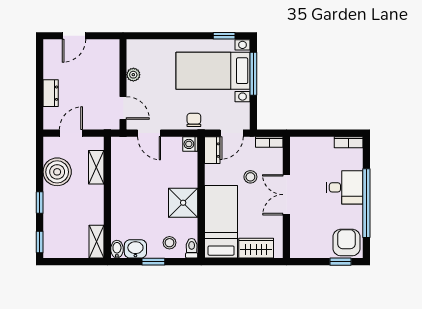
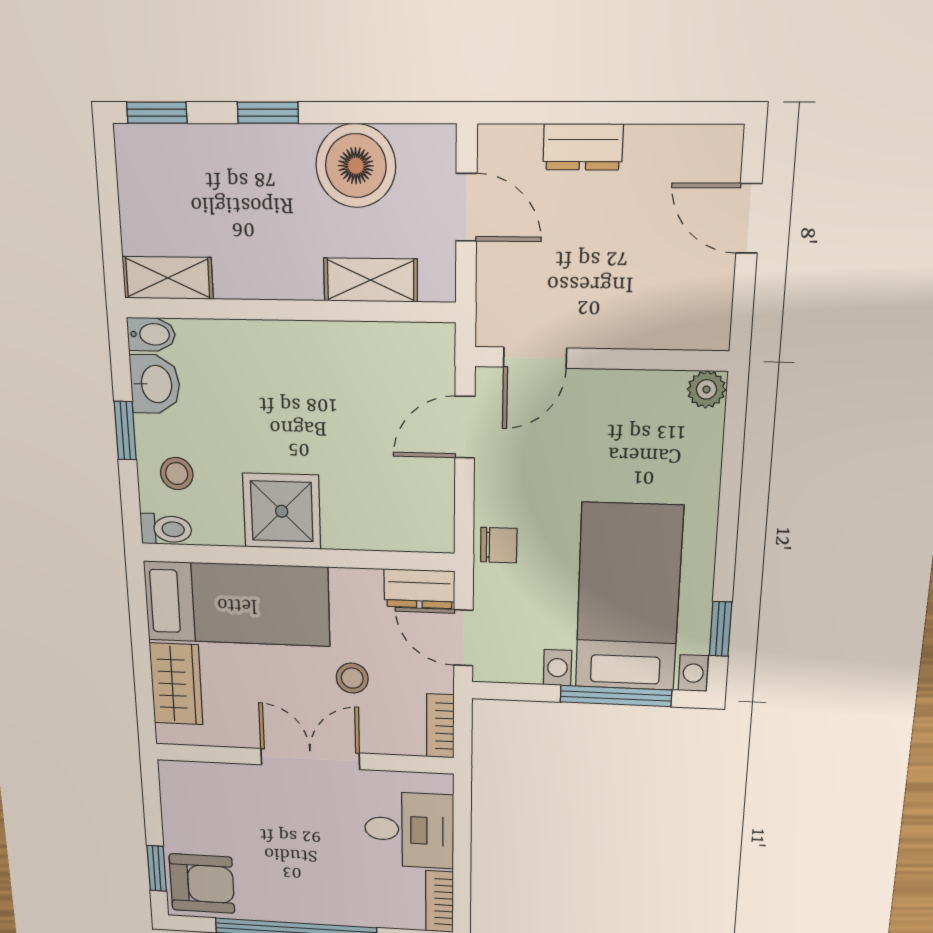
plant: (133, 75) -> (706, 389), moved
washing machine: (190, 144) -> (435, 534), removed
desk: (345, 187) -> (409, 830), moved, turned -90

